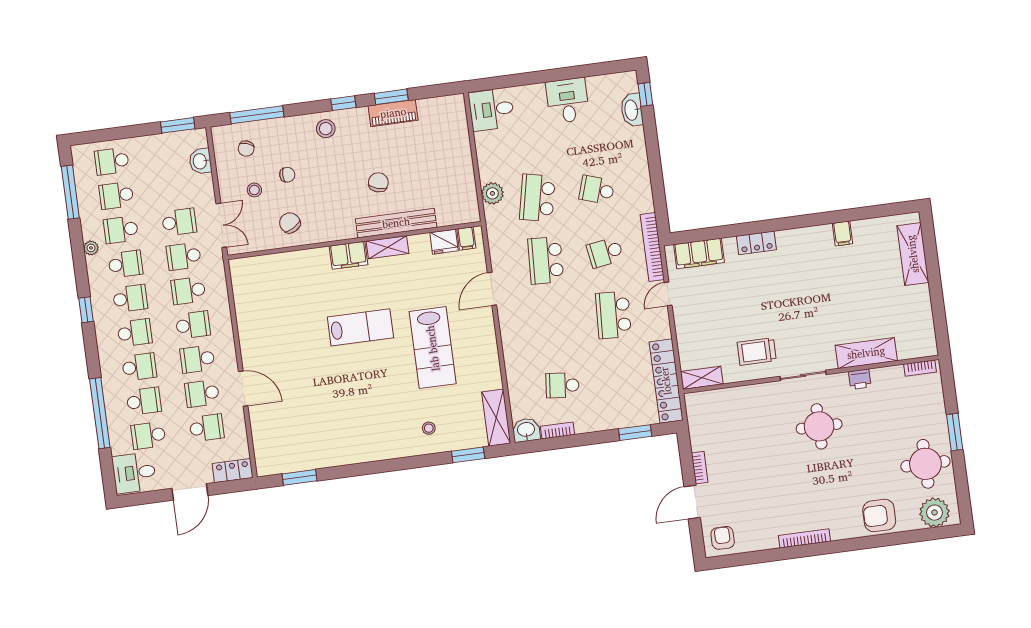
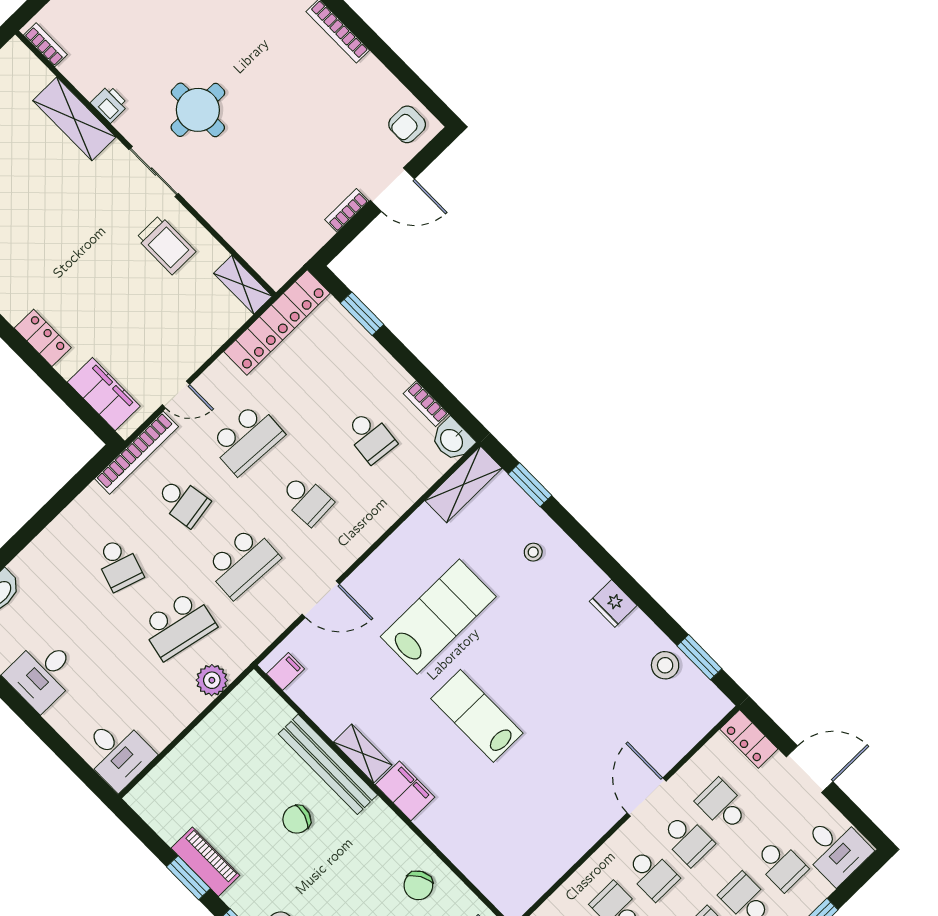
fridge: (444, 242) -> (613, 603), moved, turned 180
school desk: (554, 323) -> (306, 500), added
stool: (309, 455) -> (665, 665), added

